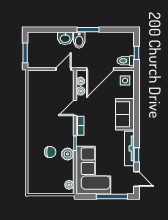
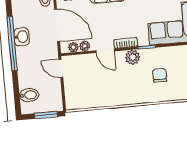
window: (88, 30) -> (12, 44), width x2.11
washbasin: (65, 38) -> (22, 37), moved
bidet: (79, 40) -> (29, 95), moved
plant: (68, 154) -> (133, 57), moved

